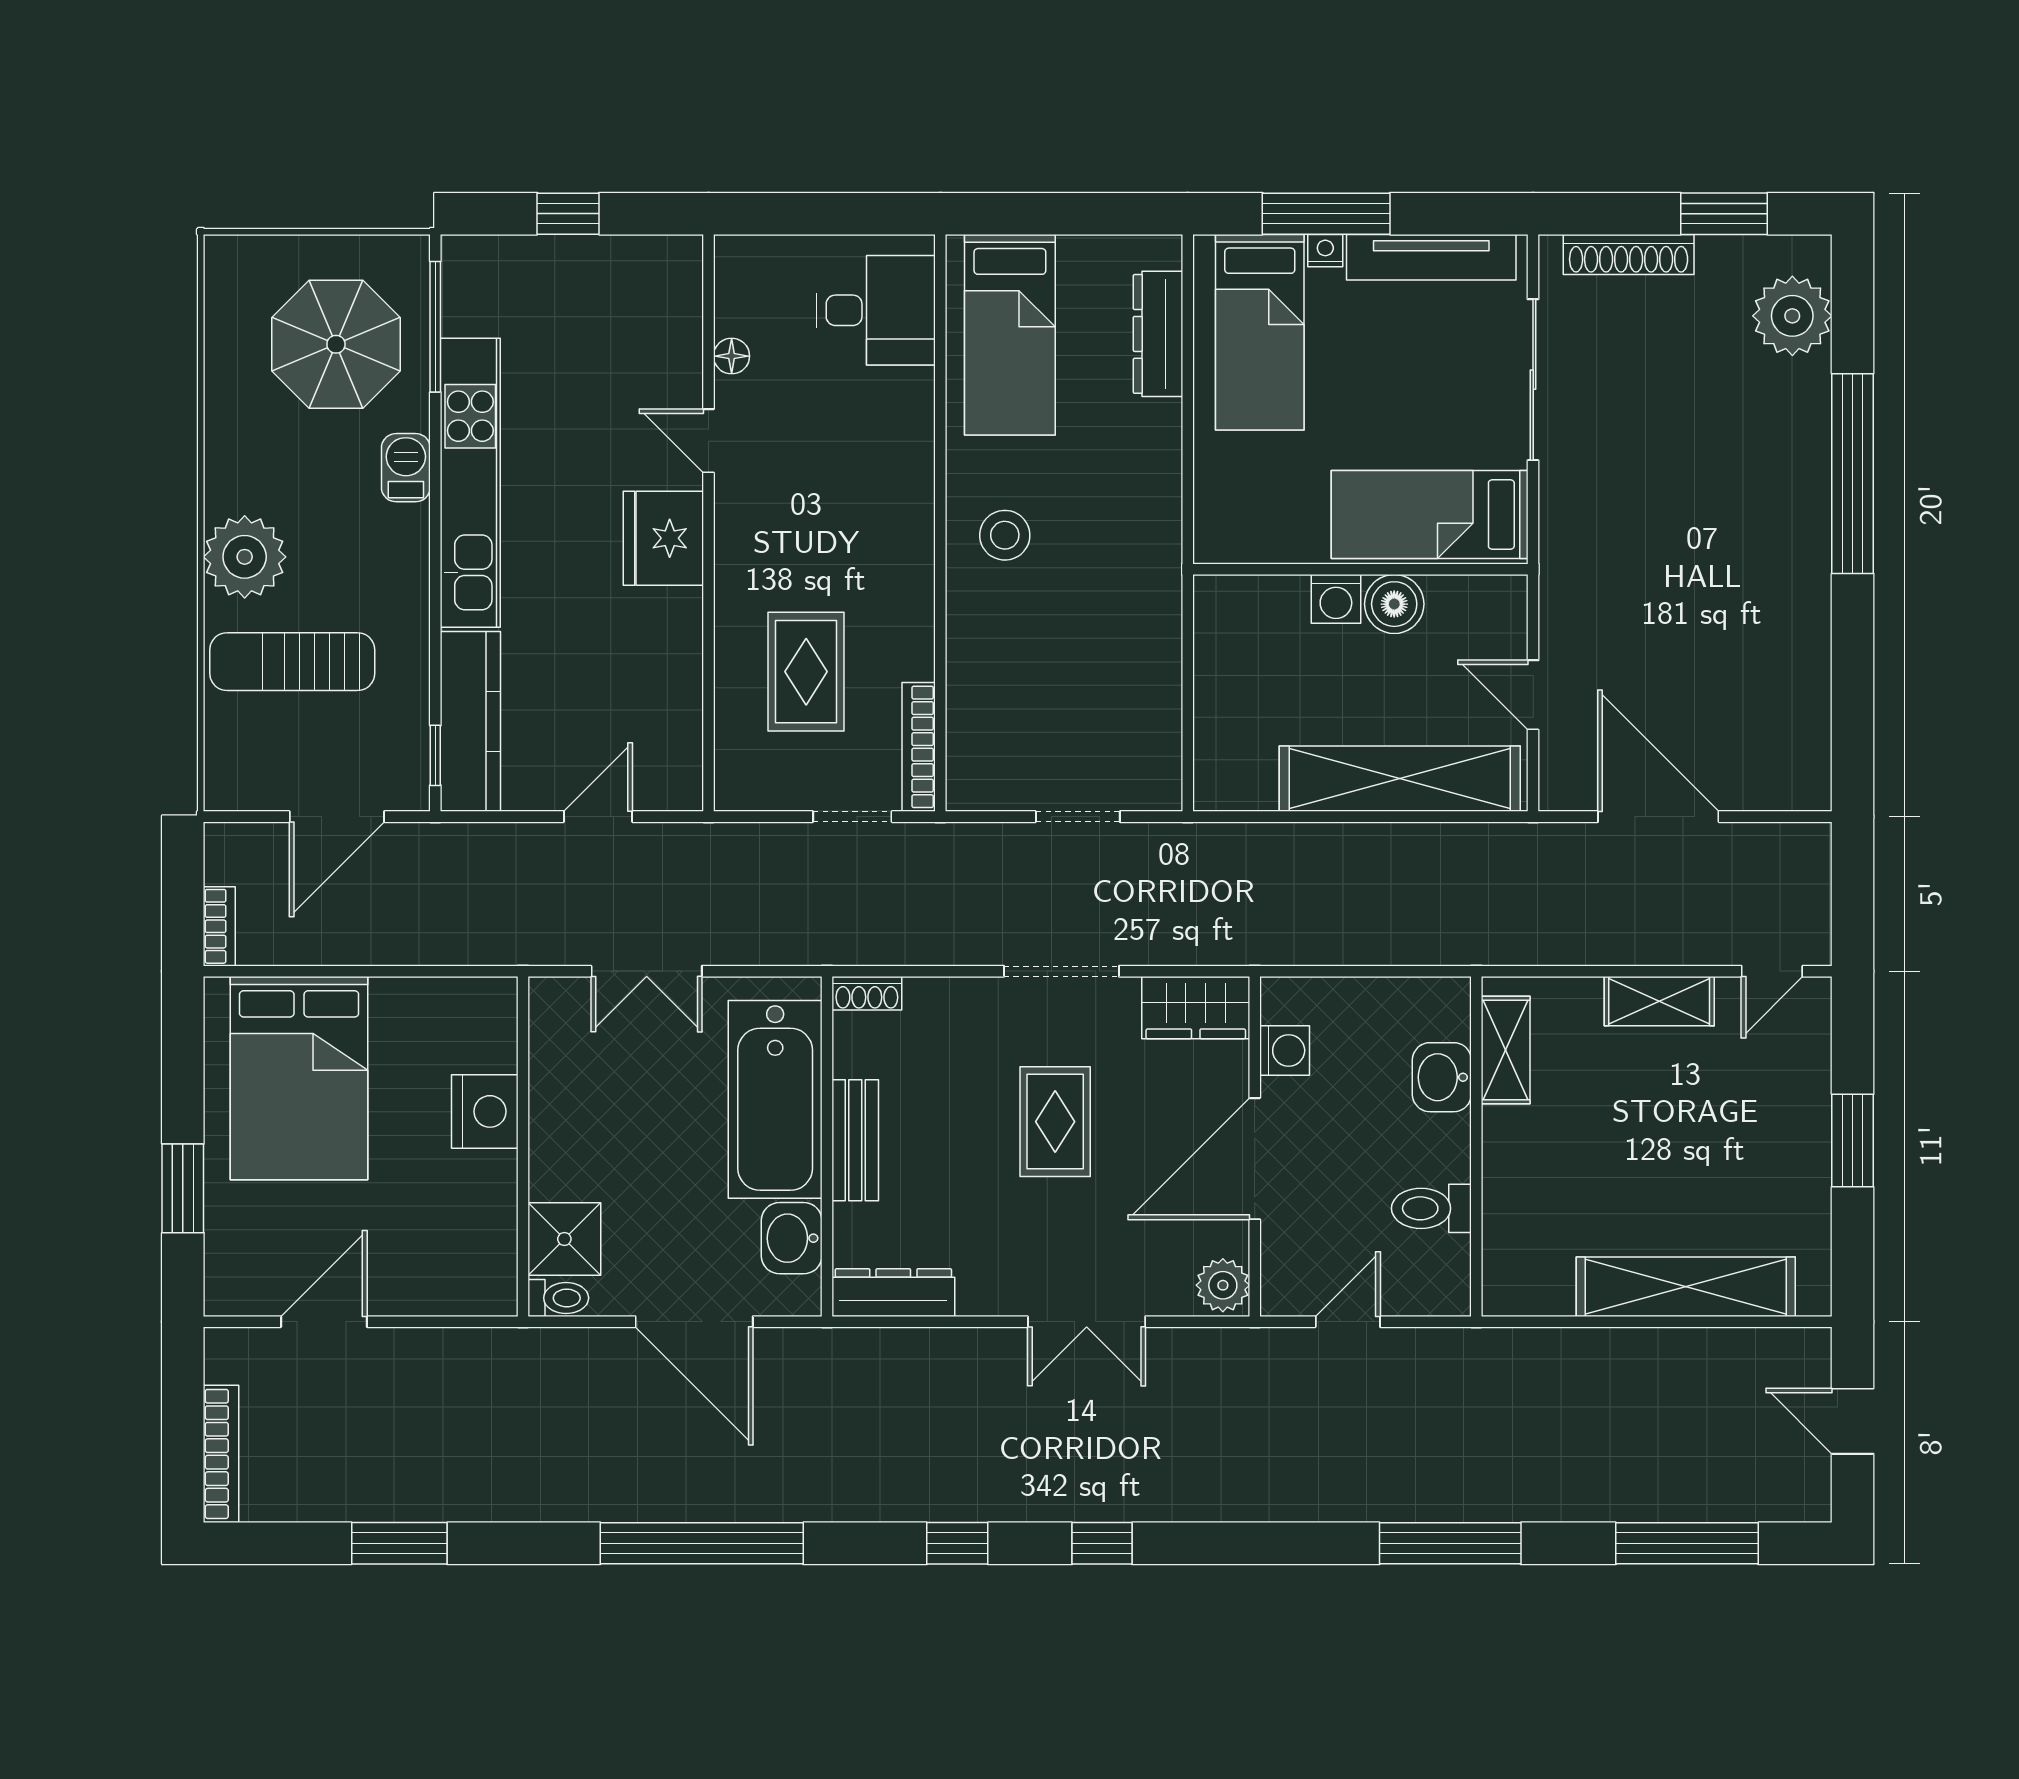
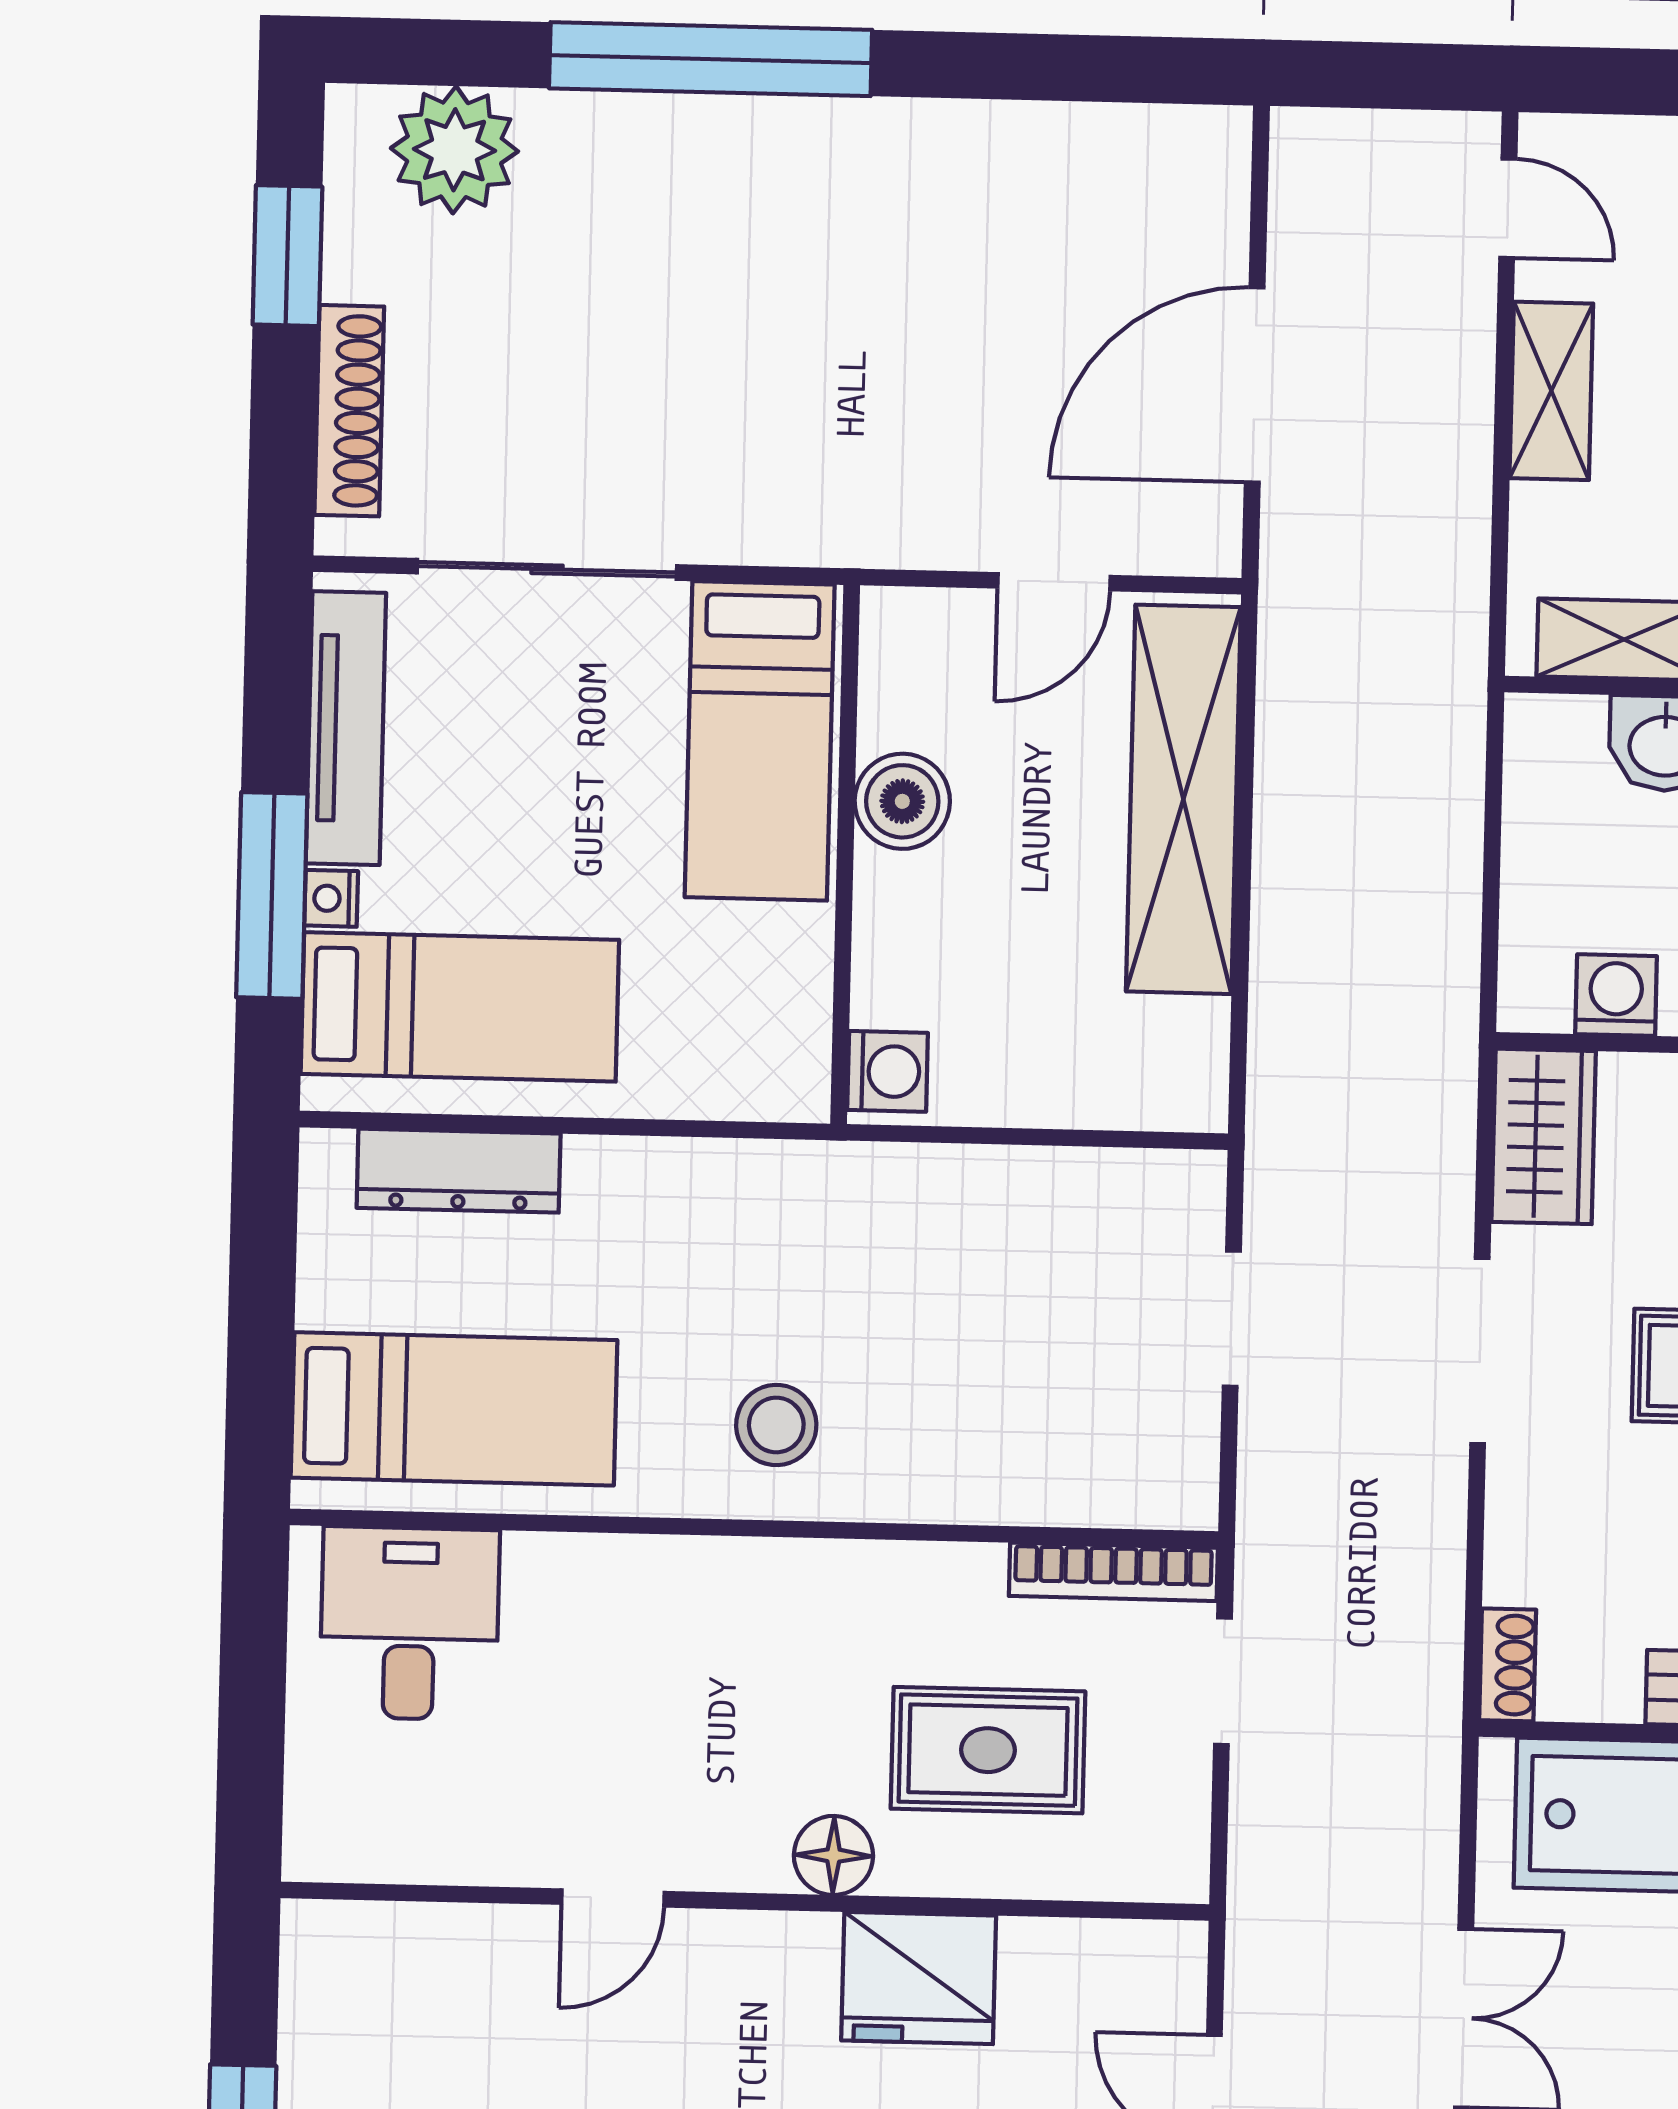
floor lamp: (732, 356) -> (833, 1855), moved, width x1.37, depth x1.37
fridge: (663, 538) -> (919, 1978), moved
washing machine: (1336, 599) -> (888, 1071), moved

